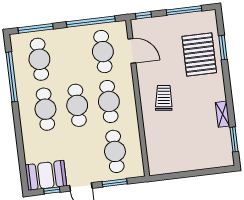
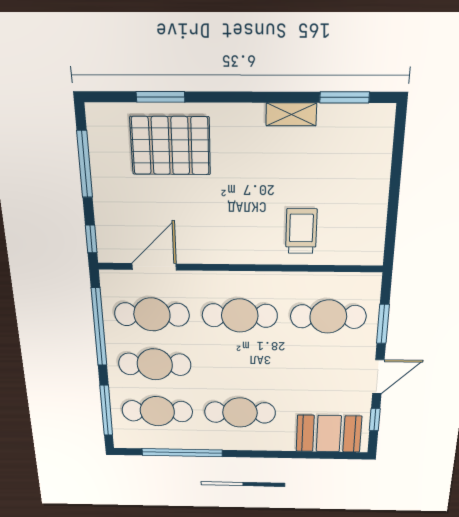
trolley: (164, 98) -> (301, 231), moved, turned 83
cafe table: (77, 105) -> (155, 364), moved
booth: (46, 175) -> (329, 434), moved, turned 90

